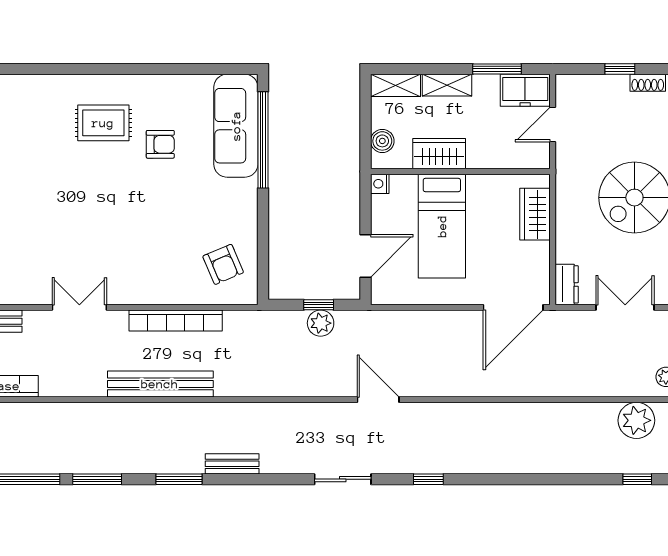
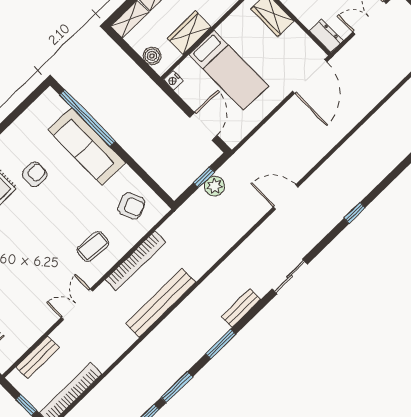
sofa: (236, 126) -> (87, 146), moved
coffee table: (149, 267) -> (93, 246), added
sliding door: (343, 479) -> (290, 277), moved

